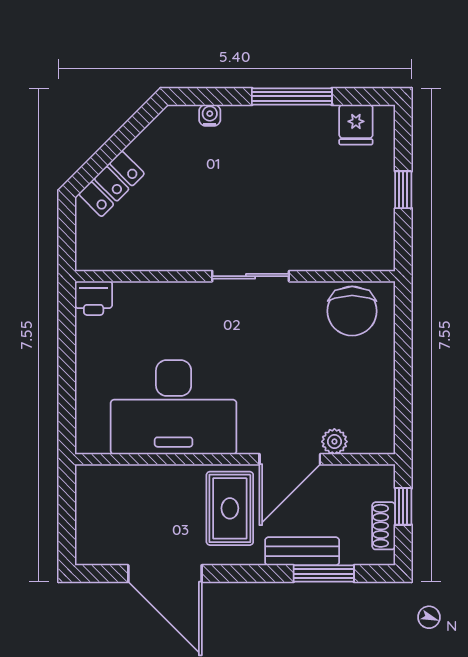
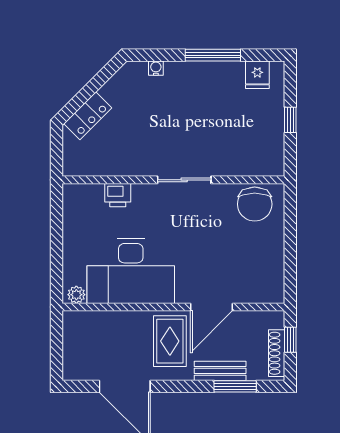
printer: (94, 298) -> (118, 195), moved
plant: (334, 442) -> (76, 295), moved
shoe rack: (384, 526) -> (277, 353), width x1.43

